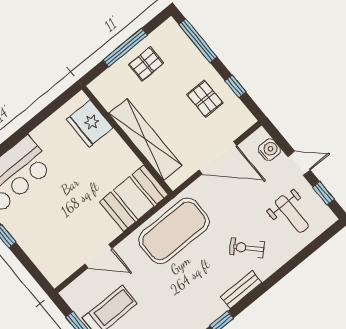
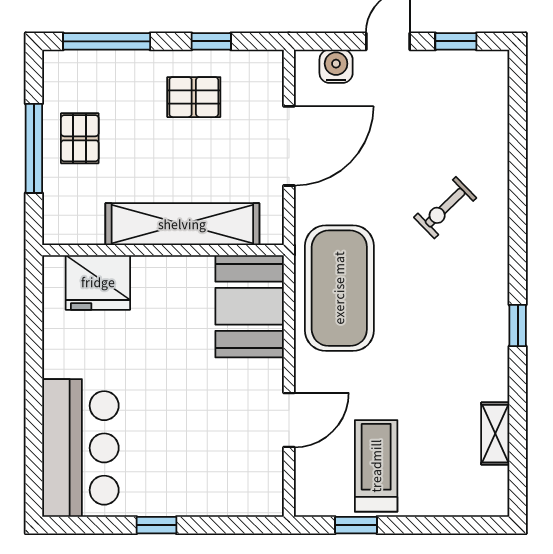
weight bench: (292, 214) -> (449, 108), removed
bench: (241, 290) -> (495, 262), removed

